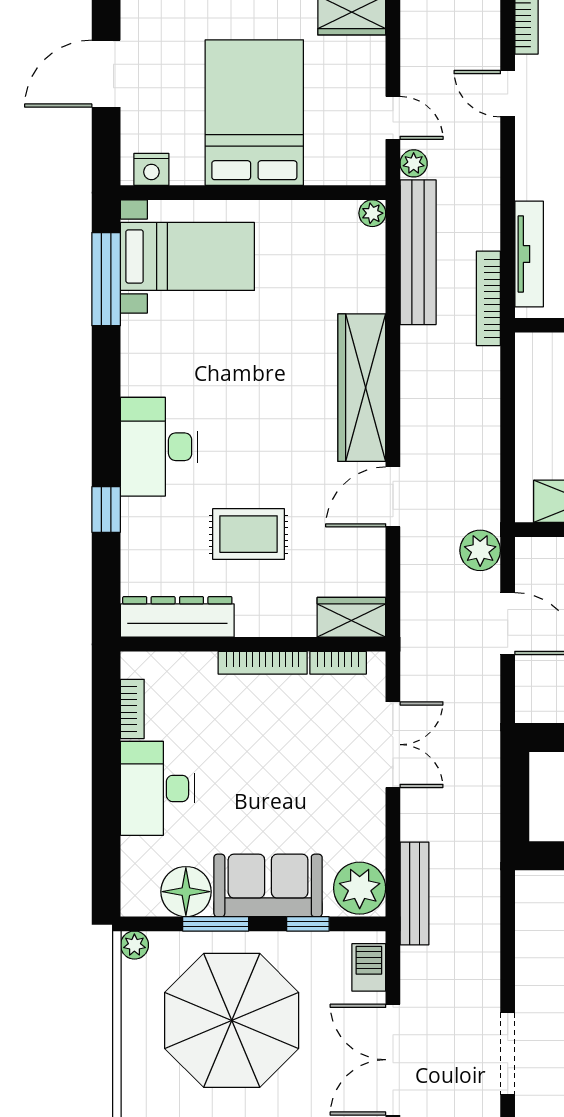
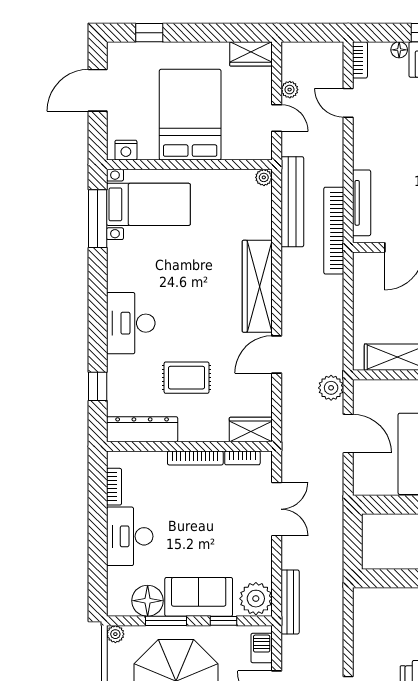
plant: (414, 163) -> (290, 90), moved
bookcase: (488, 298) -> (334, 231), width x1.48, depth x1.31
window: (106, 509) -> (98, 386), moved

